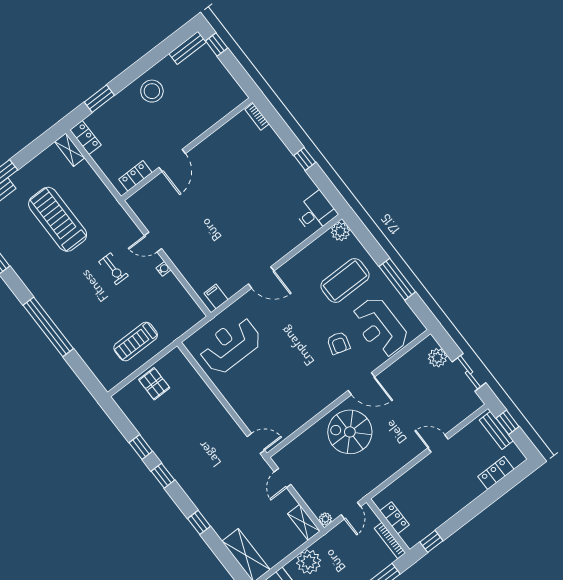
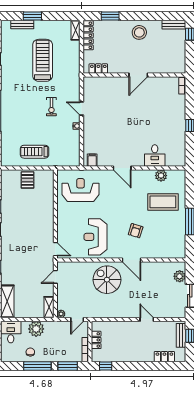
locker: (85, 137) -> (88, 35), width x1.53
door: (172, 160) -> (138, 75), moved
desk: (316, 212) -> (155, 156), moved, turned 90
plant: (340, 231) -> (161, 176), moved
reception desk: (380, 327) -> (96, 237), moved

